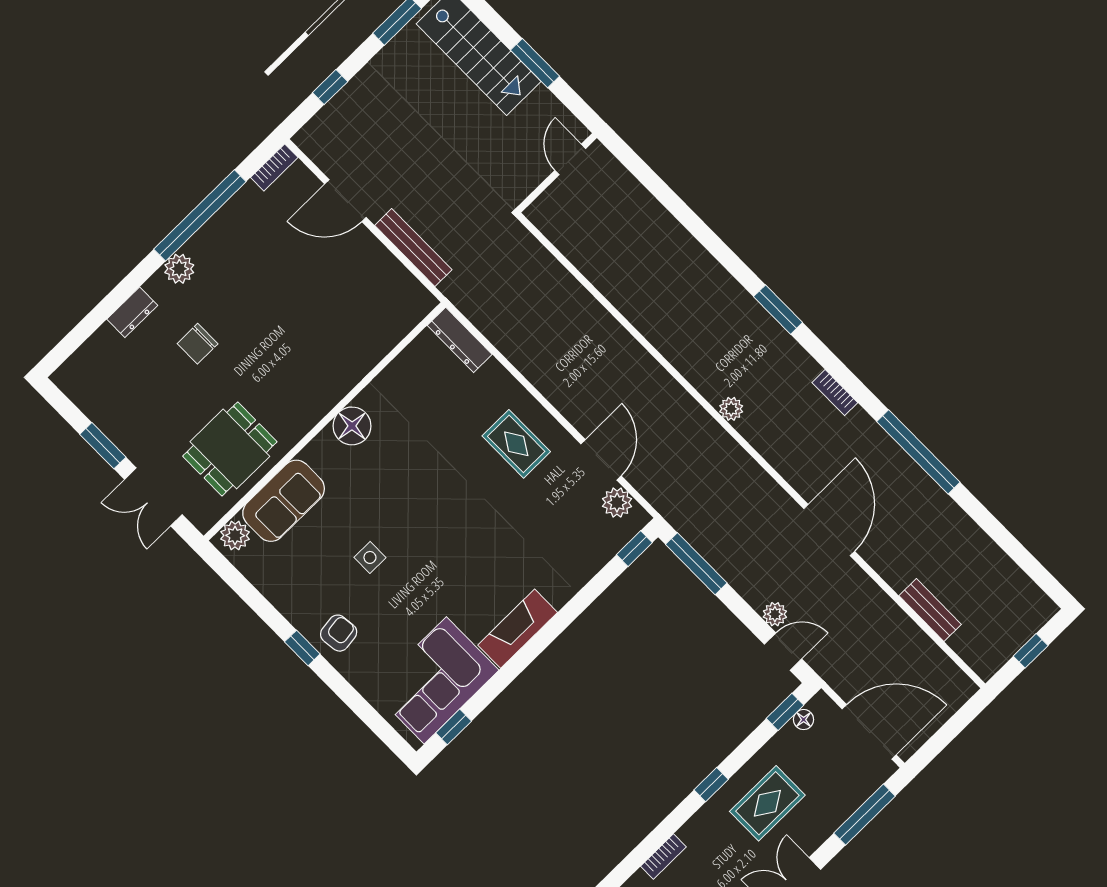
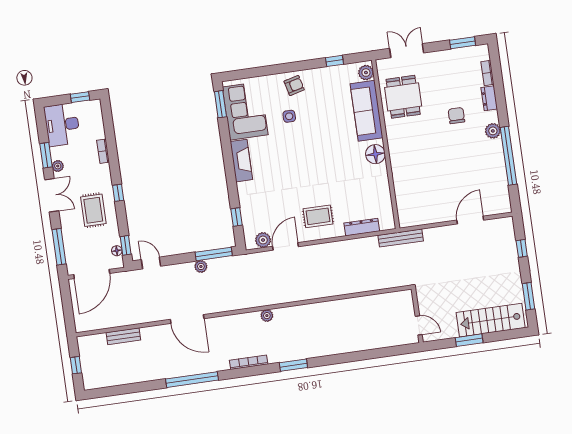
bookcase: (274, 167) -> (487, 73), moved
bench: (413, 247) -> (401, 238), moved
dresser: (460, 340) -> (362, 227), moved
bookcase: (835, 393) -> (249, 362), width x1.56
window: (103, 446) -> (463, 43), moved
door: (601, 460) -> (285, 246), swing flipped
sofa: (284, 501) -> (367, 111), width x1.36
window: (634, 549) -> (236, 217), moved
side table: (370, 557) -> (289, 116), moved
plant: (775, 614) -> (201, 266), moved
armchair: (339, 633) -> (294, 85), turned -97
window: (302, 648) -> (335, 61), moved
door: (783, 652) -> (151, 263), swing flipped
window: (454, 727) -> (220, 104), width x1.50

